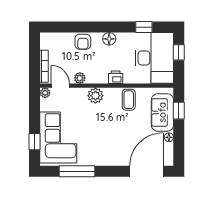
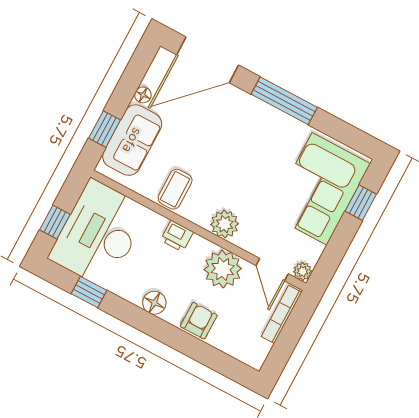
plant: (80, 78) -> (223, 269), width x1.88, depth x1.88
window: (77, 171) -> (284, 101), moved

